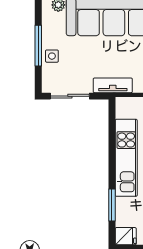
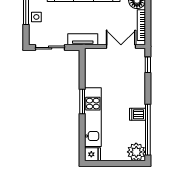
kitchen unit: (126, 158) -> (93, 117), moved
window: (112, 205) -> (82, 101), moved

